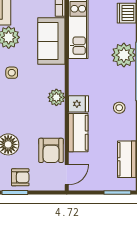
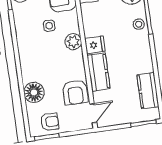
side table: (12, 73) -> (49, 26), moved
stool: (119, 108) -> (139, 24), moved

